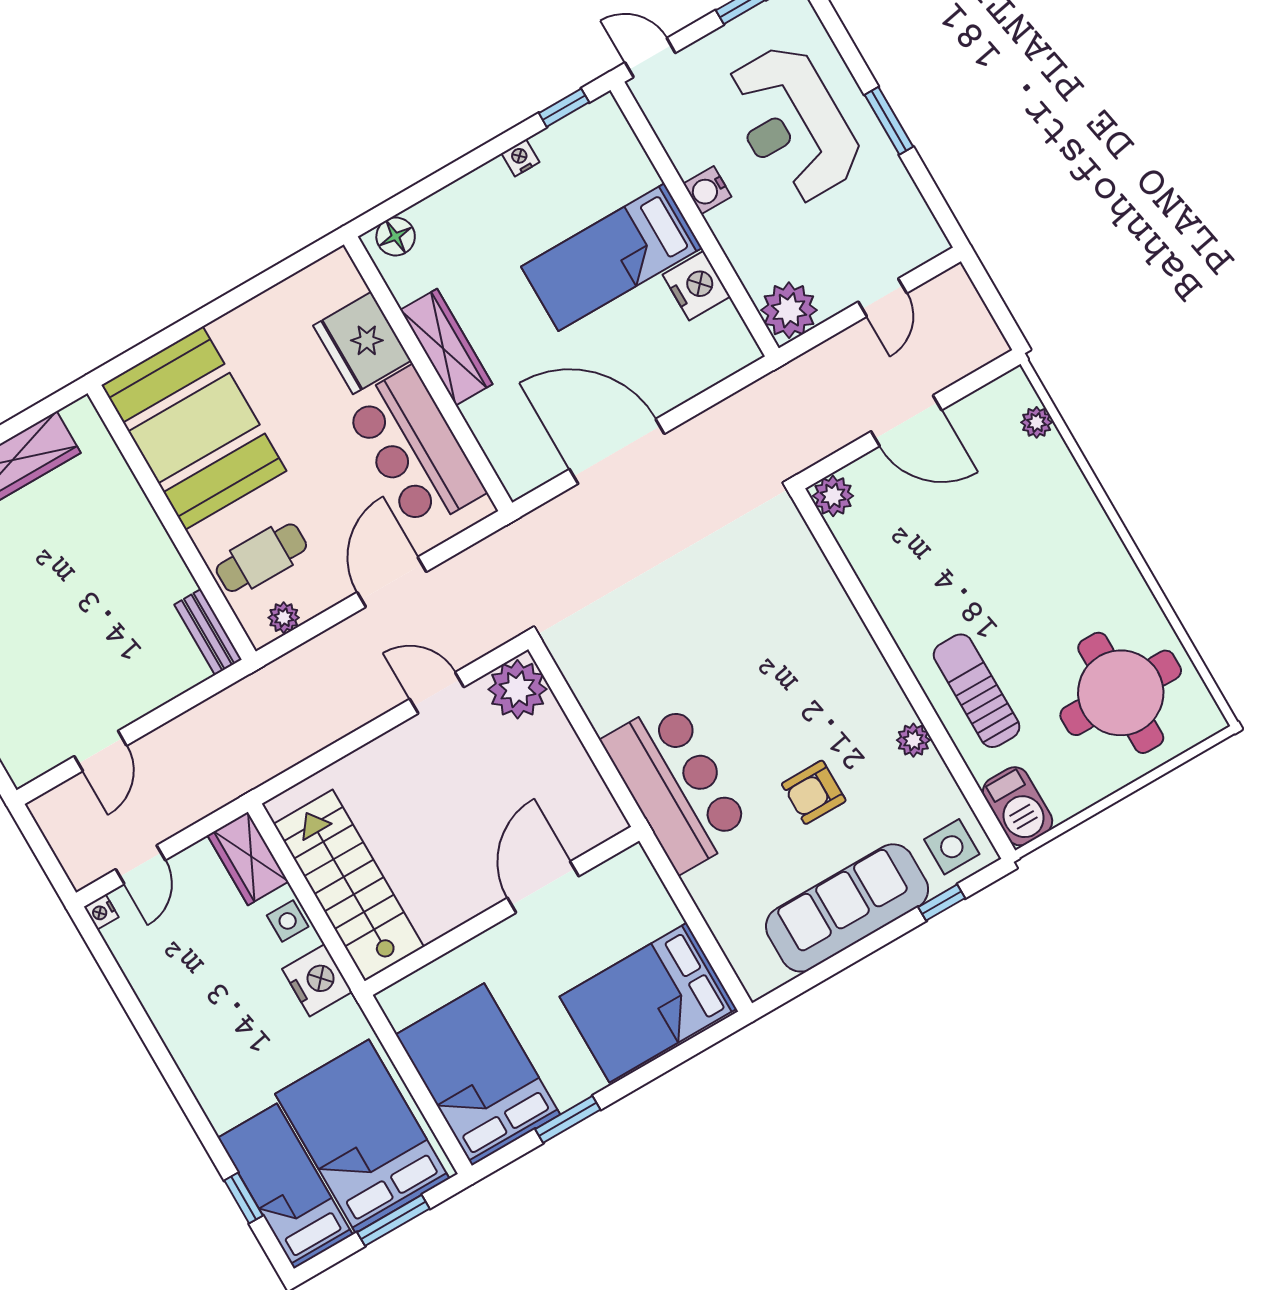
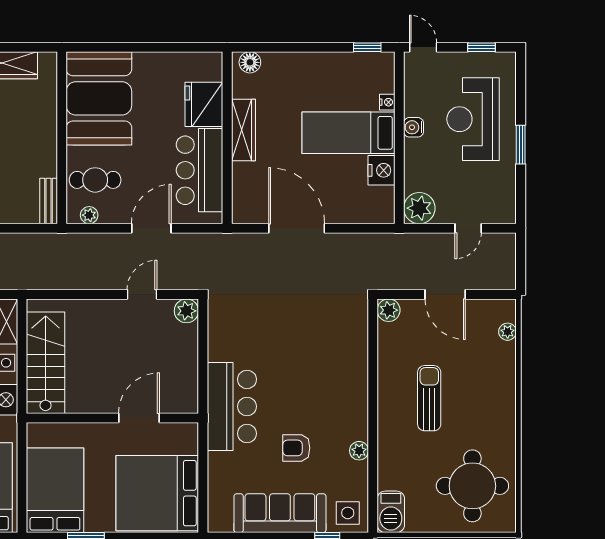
nightstand: (520, 158) -> (387, 102), moved, turned 90
plant: (518, 689) -> (186, 311), width x0.73, depth x0.73
sun lounger: (977, 691) -> (429, 398), moved
door: (437, 693) -> (142, 294), hinge flipped
bed: (648, 1003) -> (157, 493), width x1.36

